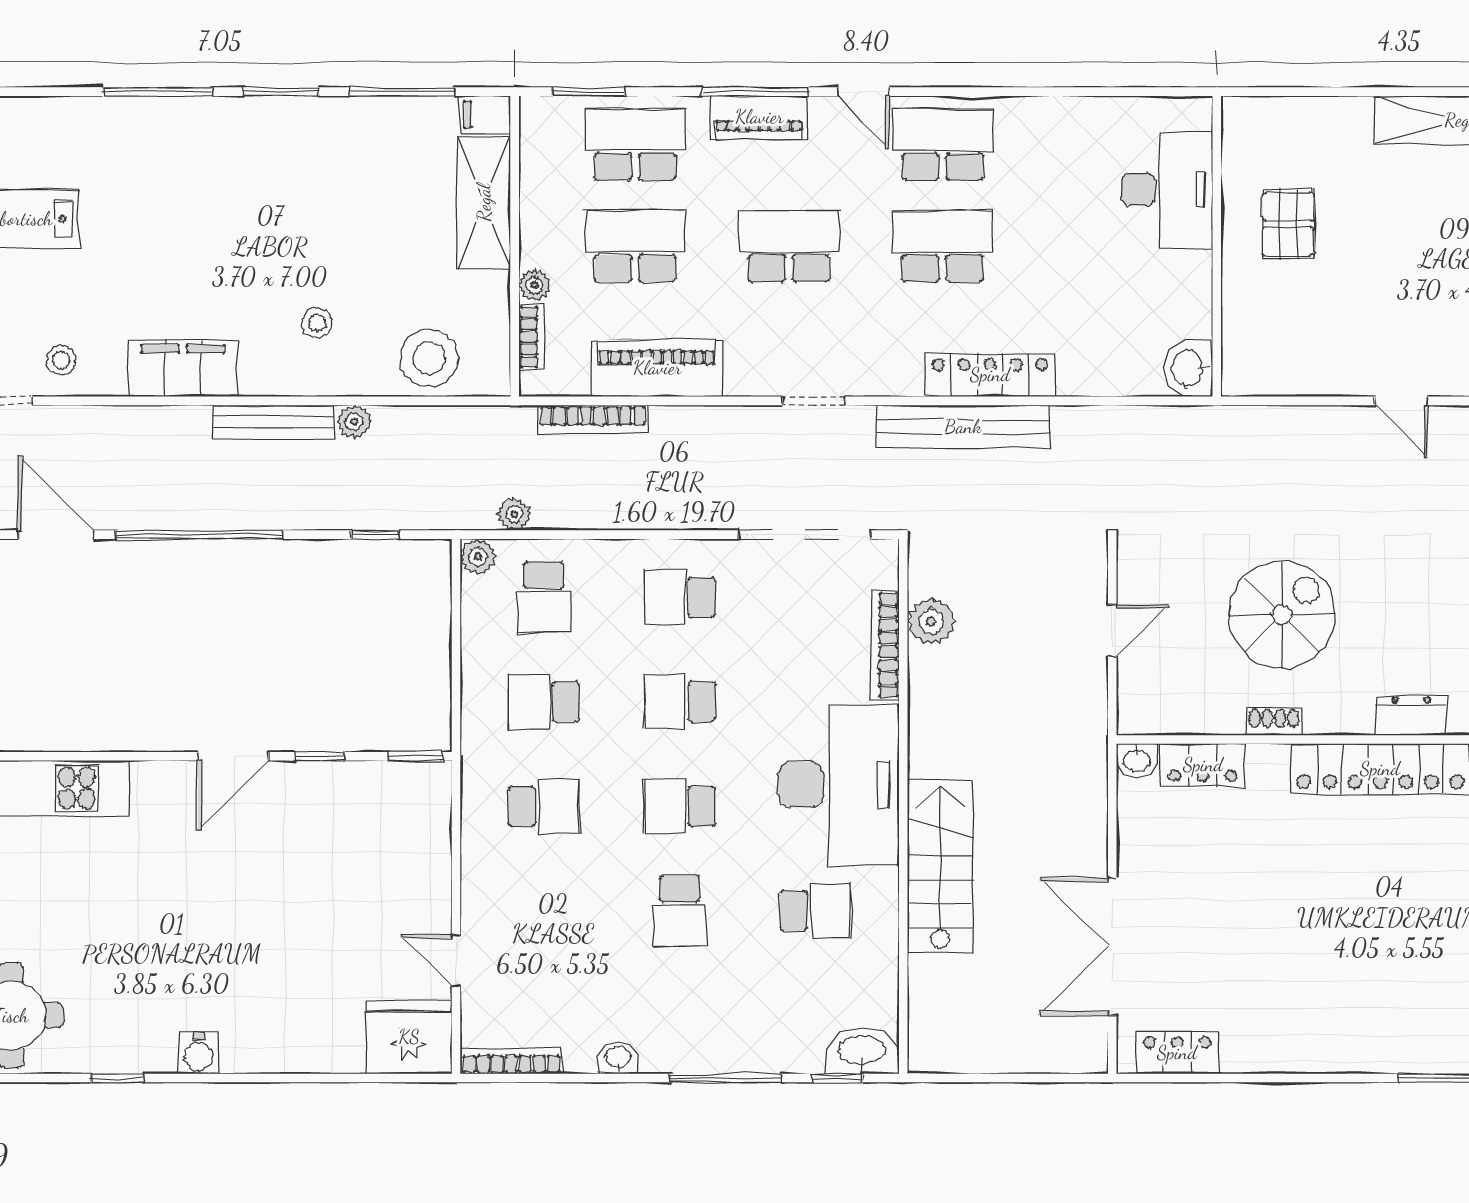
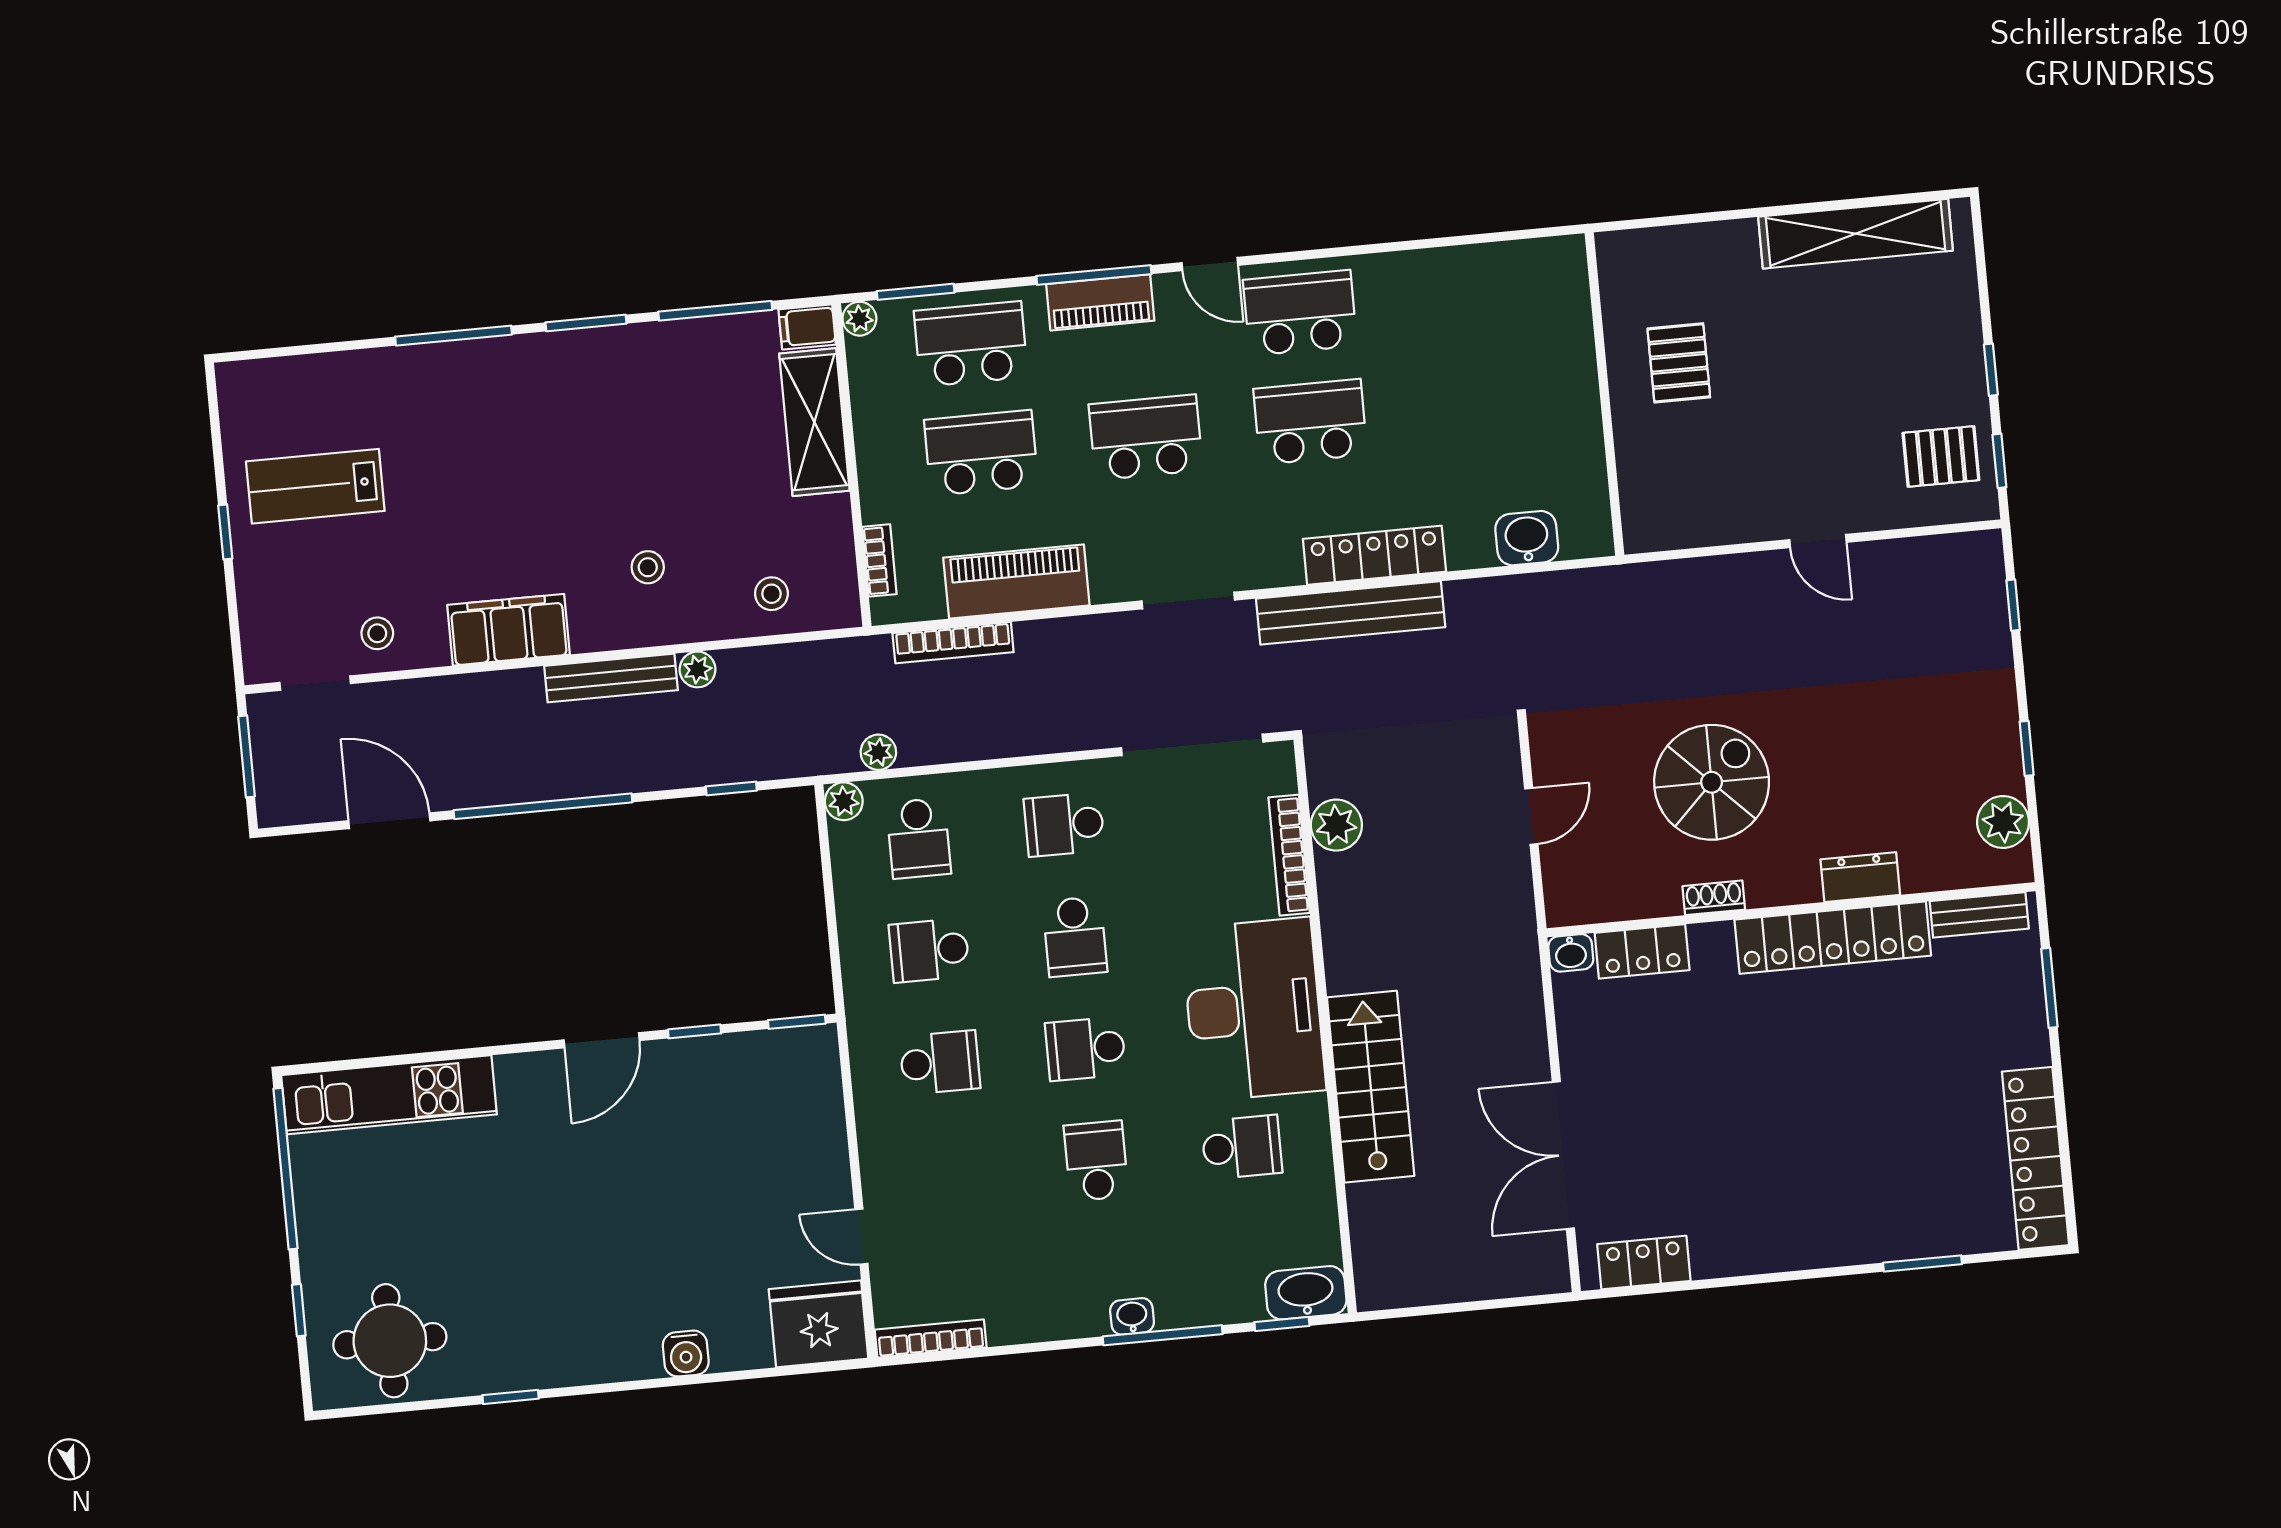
desk: (1167, 190) -> (1545, 338), removed
plant: (534, 285) -> (859, 319), moved
stool: (429, 358) -> (771, 594), width x0.53, depth x0.53
washbasin: (1189, 368) -> (1527, 538), moved, turned 90
doorway: (814, 401) -> (1188, 601), width x1.38
school desk: (680, 702) -> (1075, 937), turned -90
school desk: (680, 911) -> (1096, 1161), turned 180
water cooler: (199, 1053) -> (686, 1354), moved
washbasin: (618, 1058) -> (1132, 1316), moved

